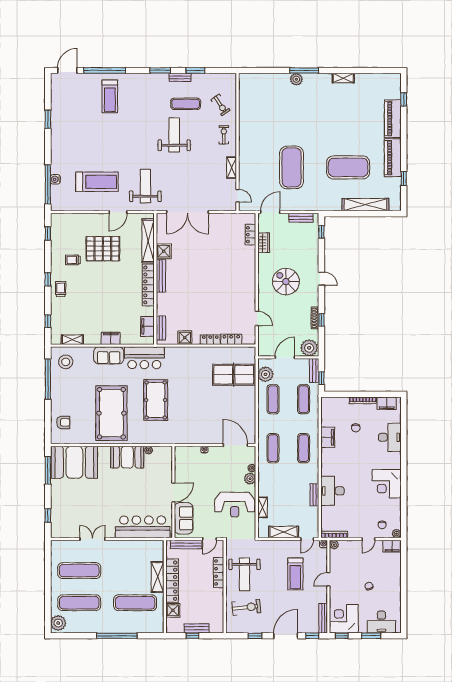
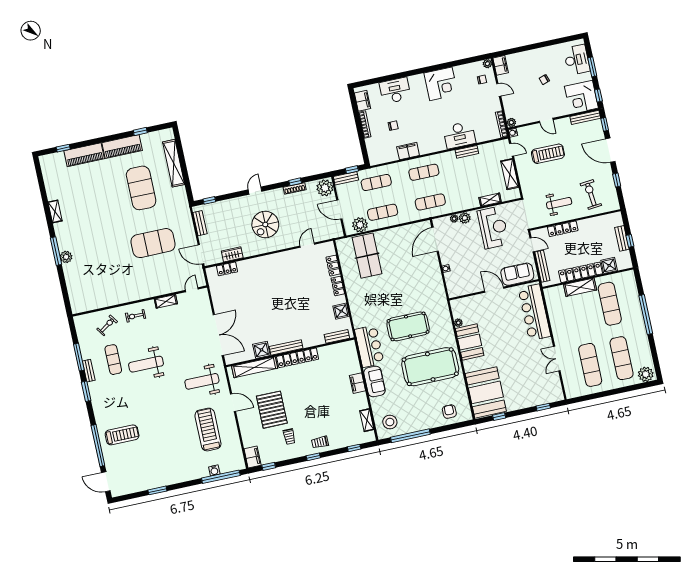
window: (195, 70) -> (79, 357), width x1.44
filing cabinet: (148, 326) -> (253, 457), moved, turned -90
window: (48, 470) -> (499, 417), width x0.46
weight bench: (244, 574) -> (559, 203), width x0.73, depth x0.75

